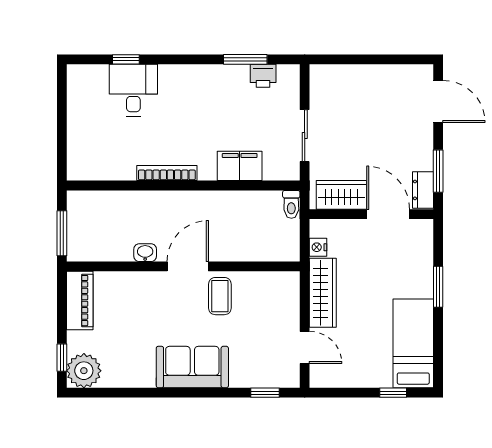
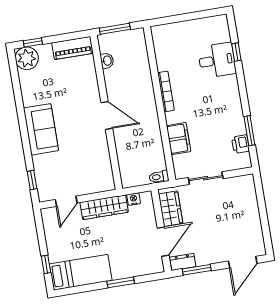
washbasin: (145, 253) -> (107, 61), moved
coffee table: (220, 296) -> (91, 140), removed

